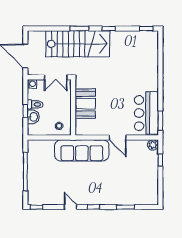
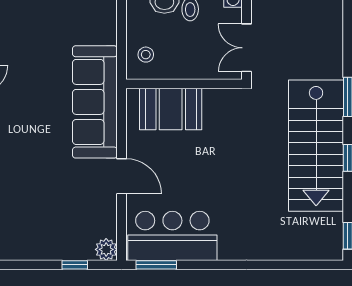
stairs: (78, 44) -> (316, 146), moved
booth: (85, 104) -> (171, 109), moved
door: (118, 138) -> (122, 176), swing flipped

